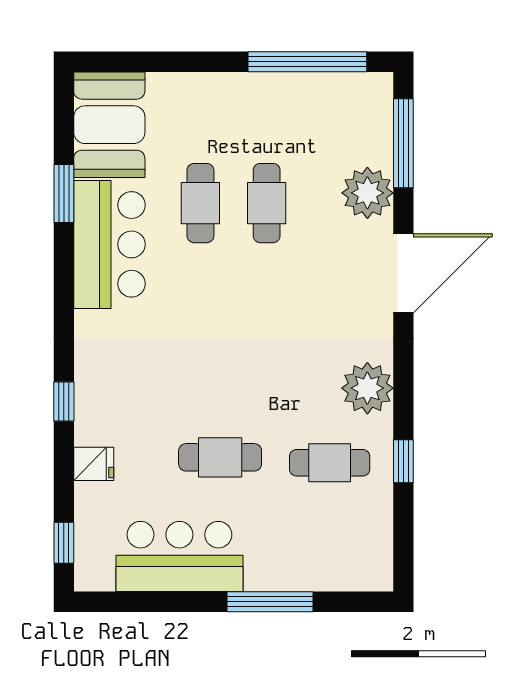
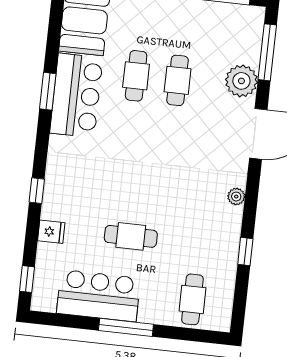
window: (64, 194) -> (48, 91), moved
plant: (367, 388) -> (236, 197), width x0.53, depth x0.53
cafe table: (330, 463) -> (192, 299), moved, turned 90
window: (270, 602) -> (126, 327), moved

